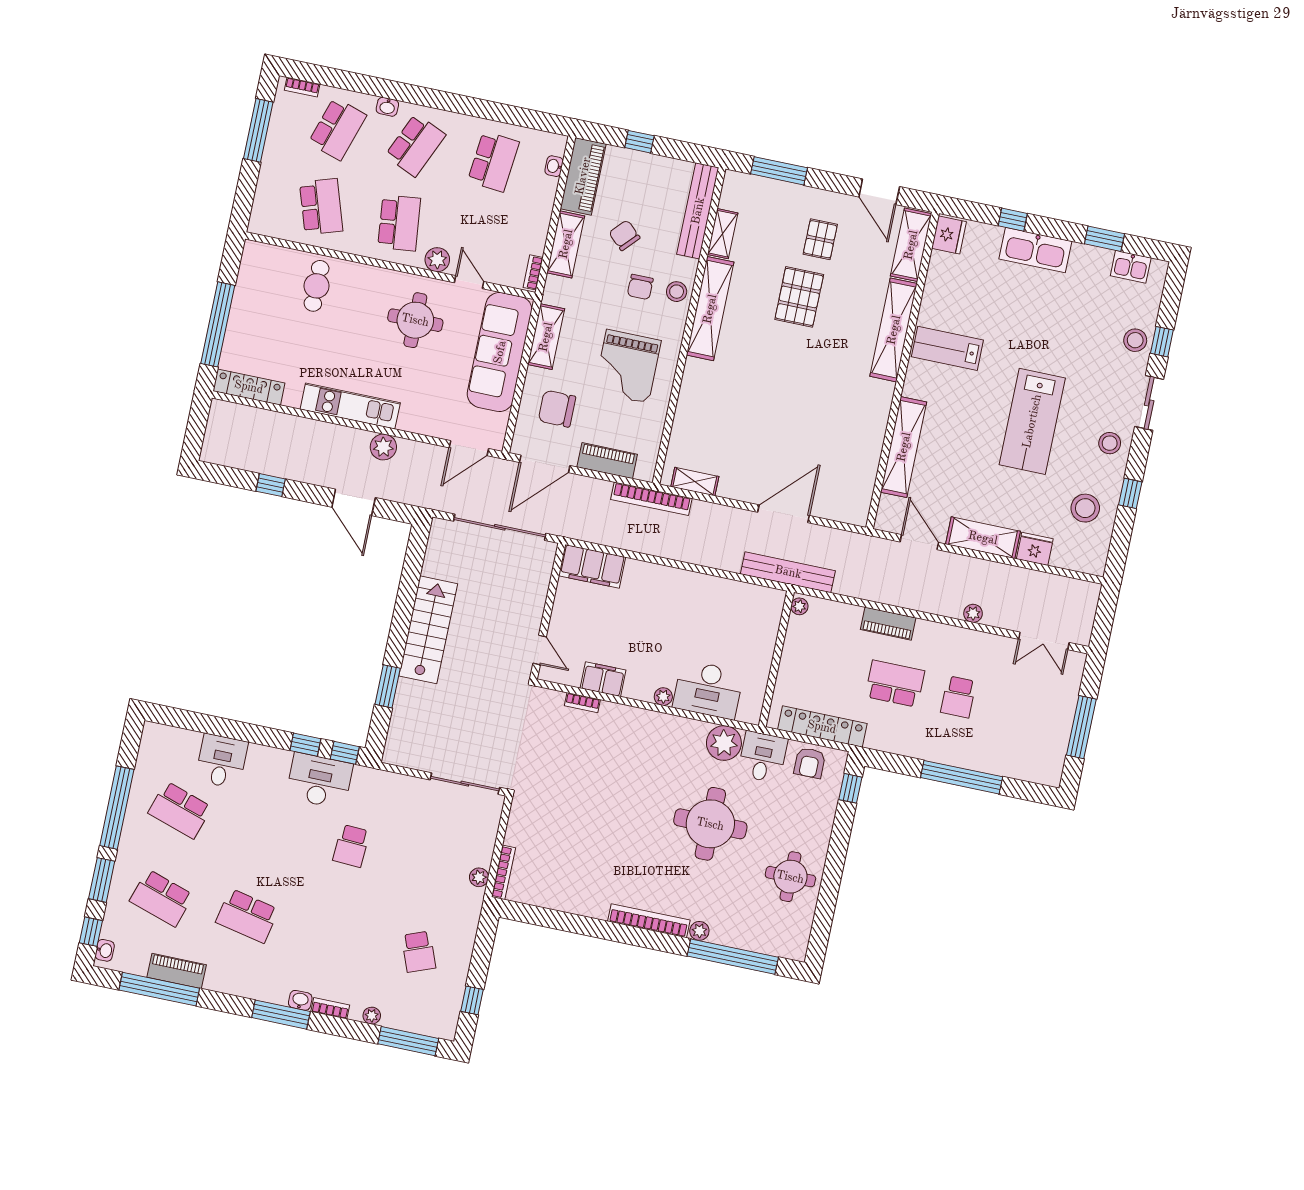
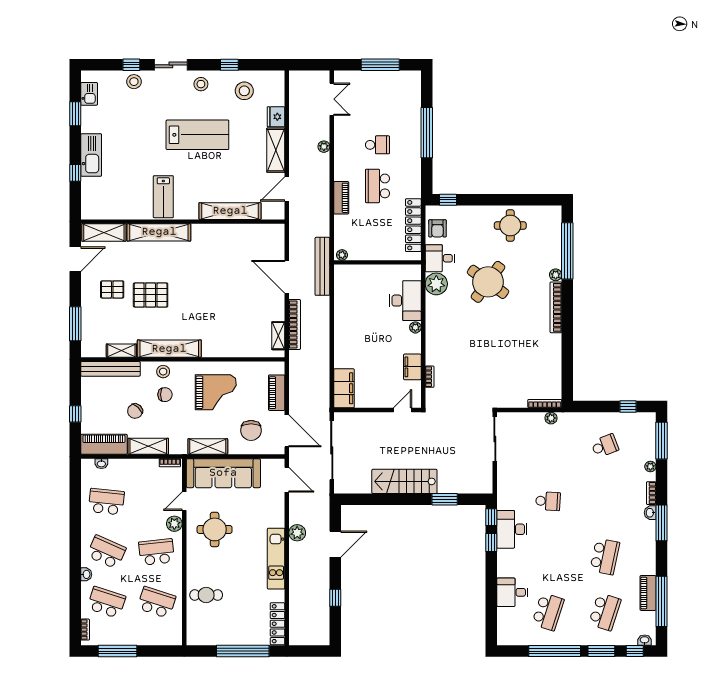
school desk: (321, 207) -> (157, 602), turned 36
fridge: (949, 235) -> (93, 210), removed
bookcase: (651, 499) -> (295, 324), moved
armchair: (810, 763) -> (437, 228), turned 90
round table: (710, 824) -> (488, 282), turned 36

